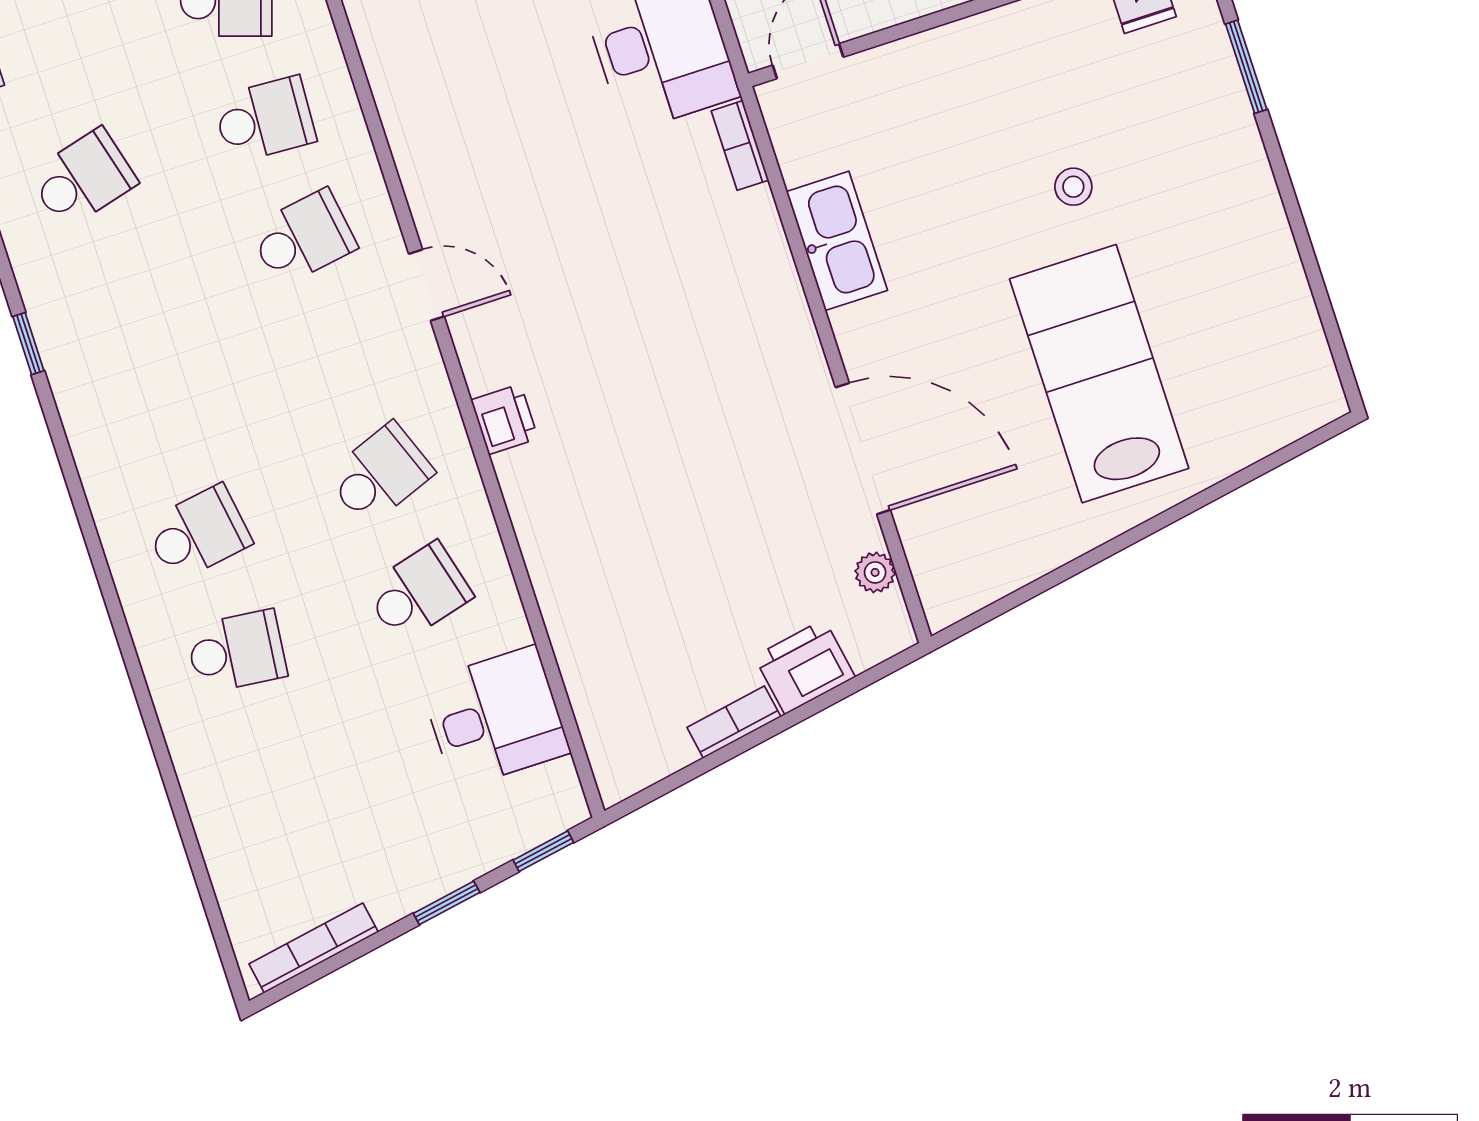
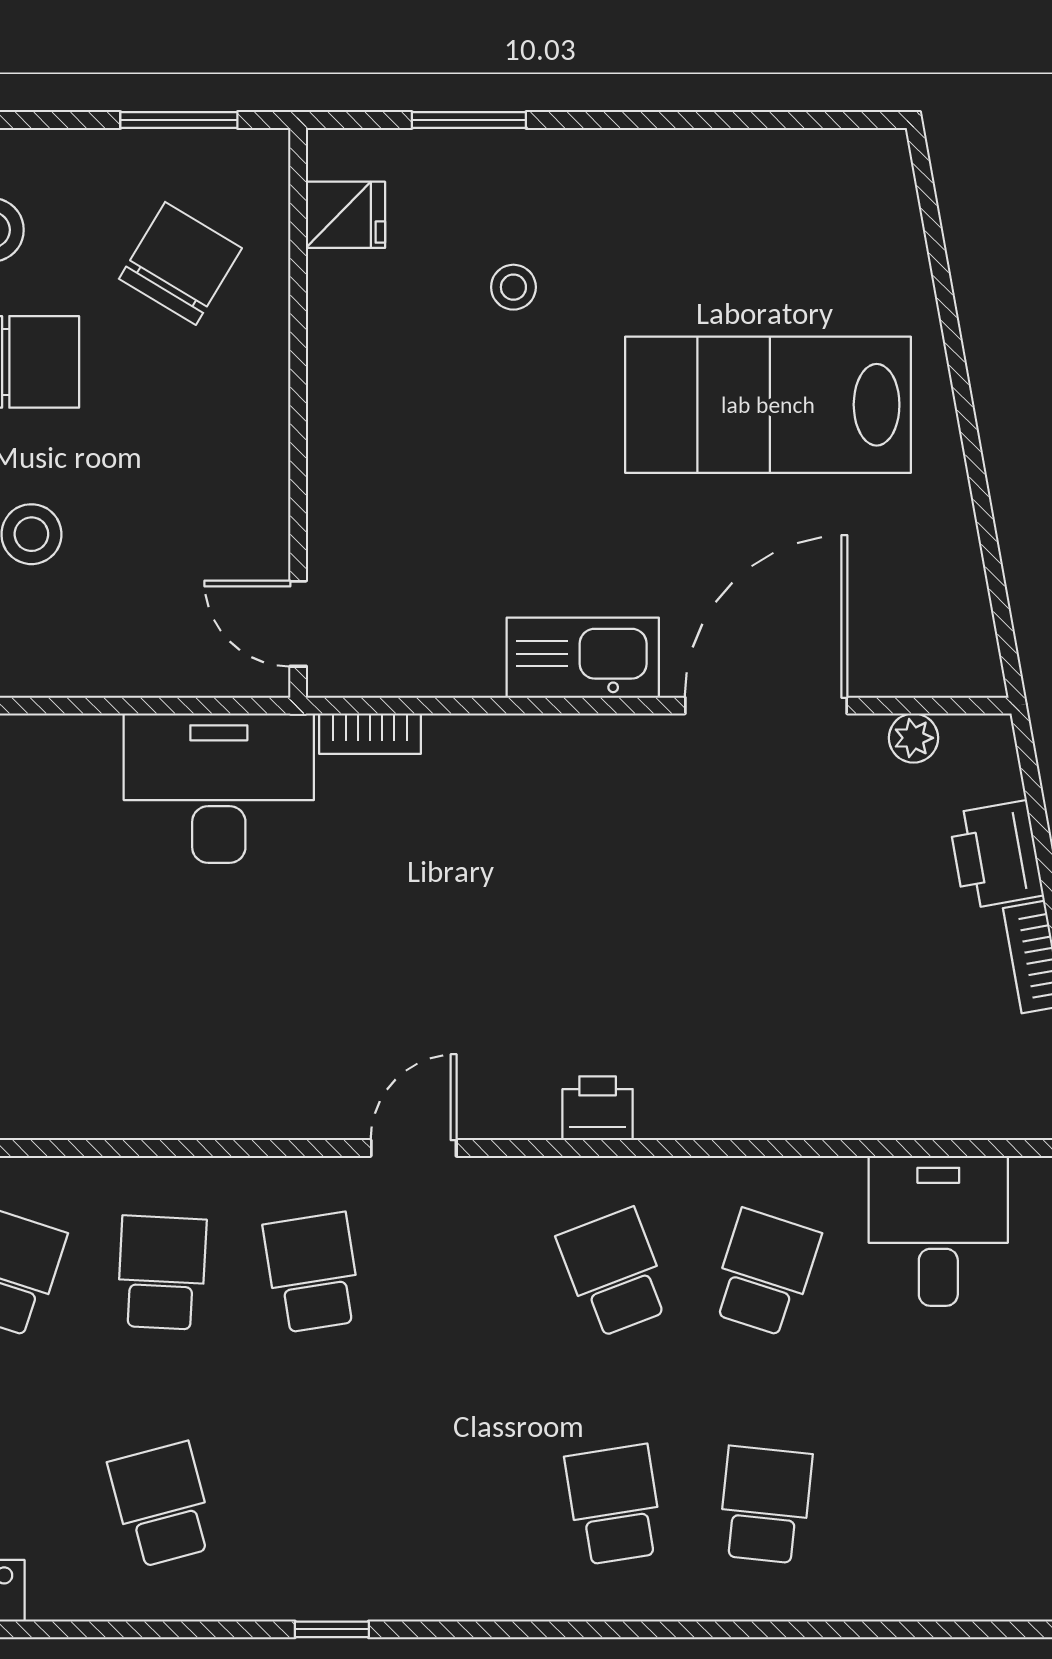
stool: (1073, 187) -> (513, 287), moved
kitchen sink: (837, 241) -> (583, 658), moved
school desk: (418, 592) -> (765, 1273), turned 33

